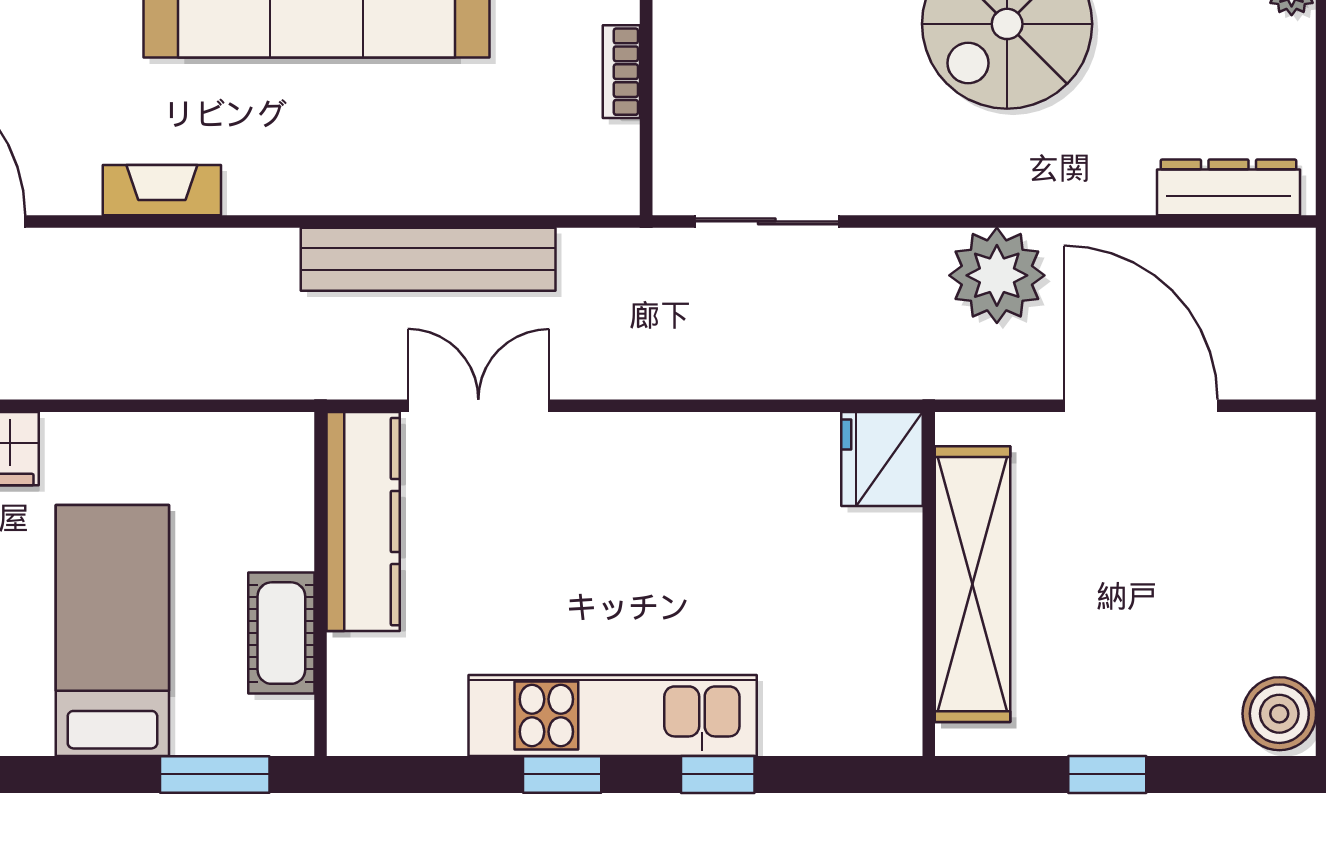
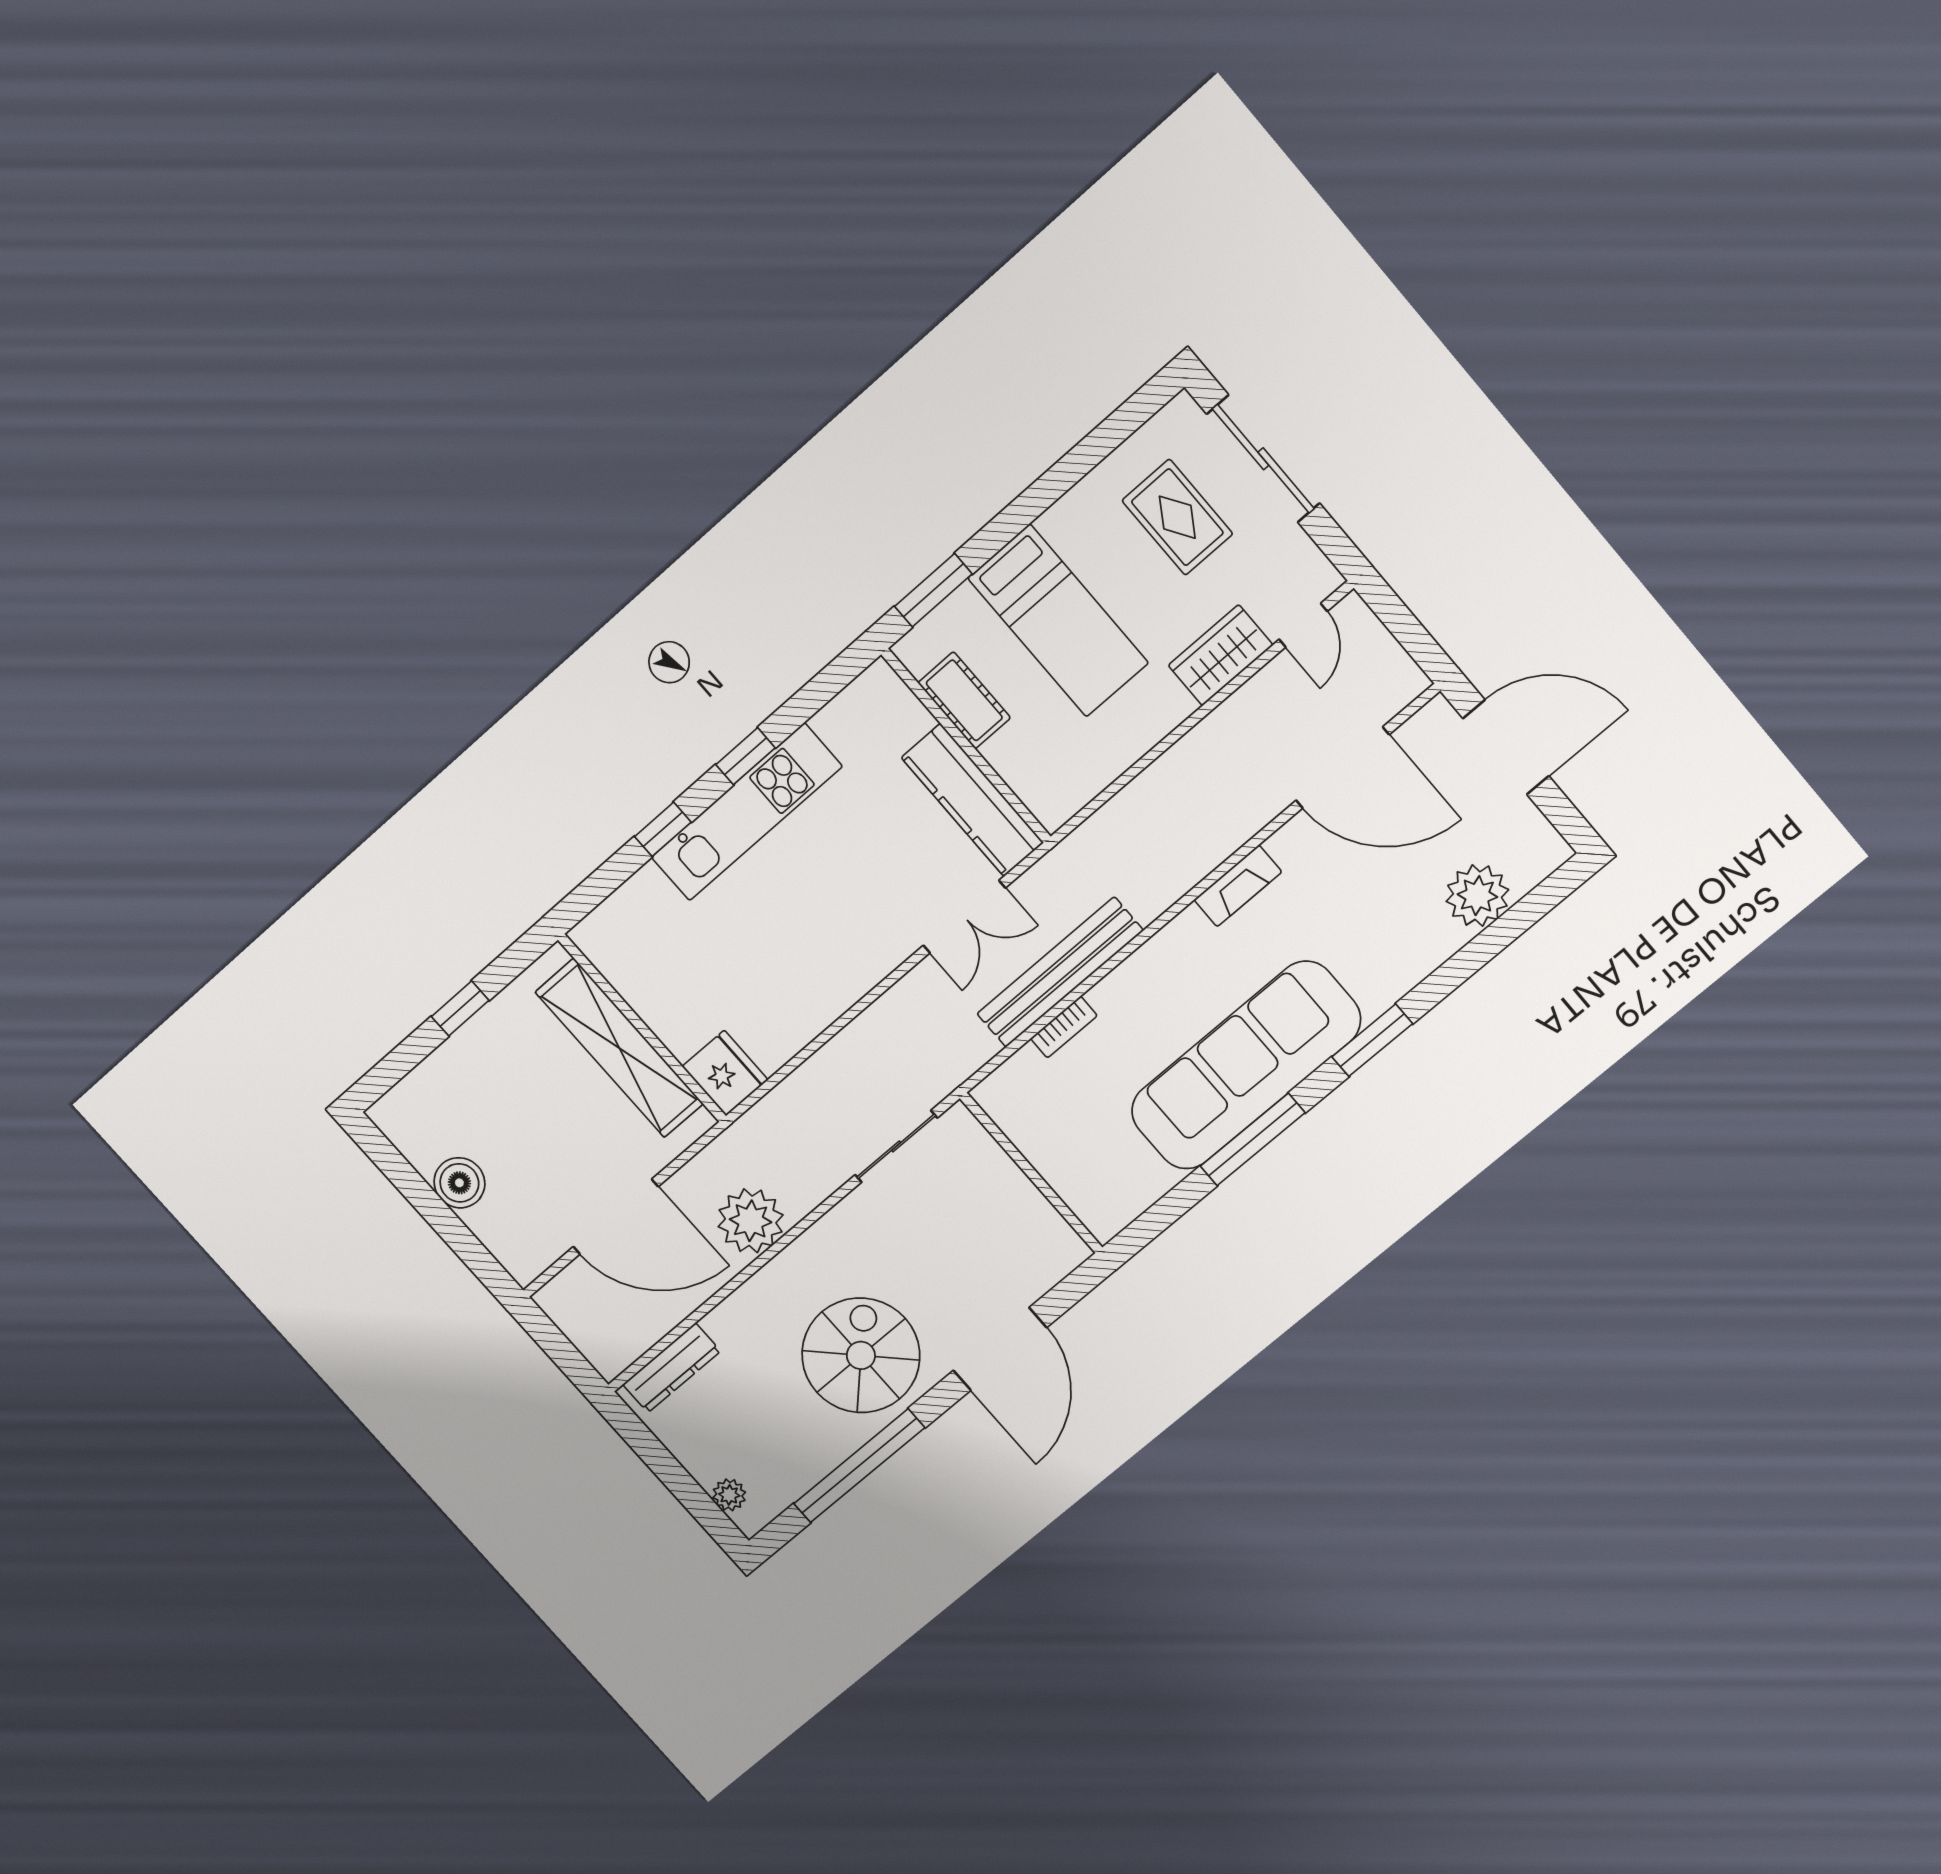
bookcase: (621, 72) -> (1064, 1027), moved, turned 90
boiler: (1279, 714) -> (459, 1183), moved

